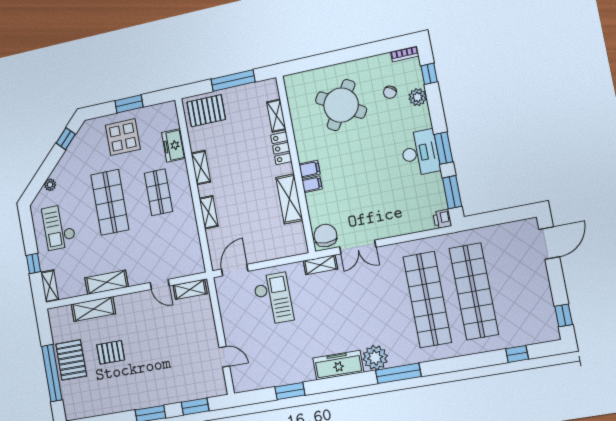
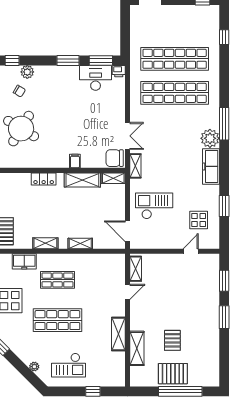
shelving: (276, 116) -> (113, 178), moved
desk: (420, 153) -> (96, 78), moved
filing cabinet: (309, 169) -> (63, 161), removed
shelving: (50, 286) -> (113, 381), removed
display table: (266, 360) -> (199, 220), added

